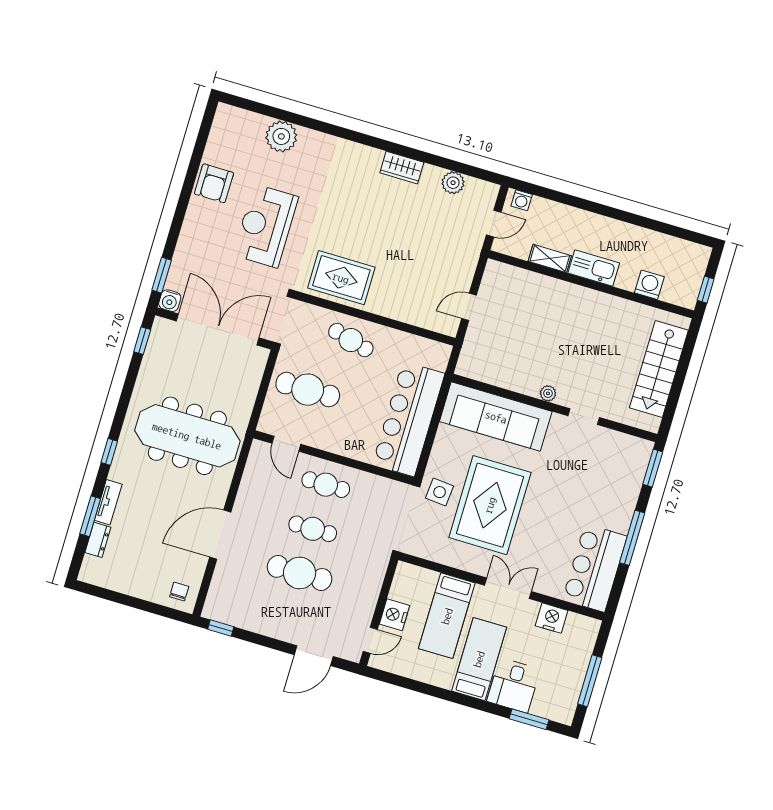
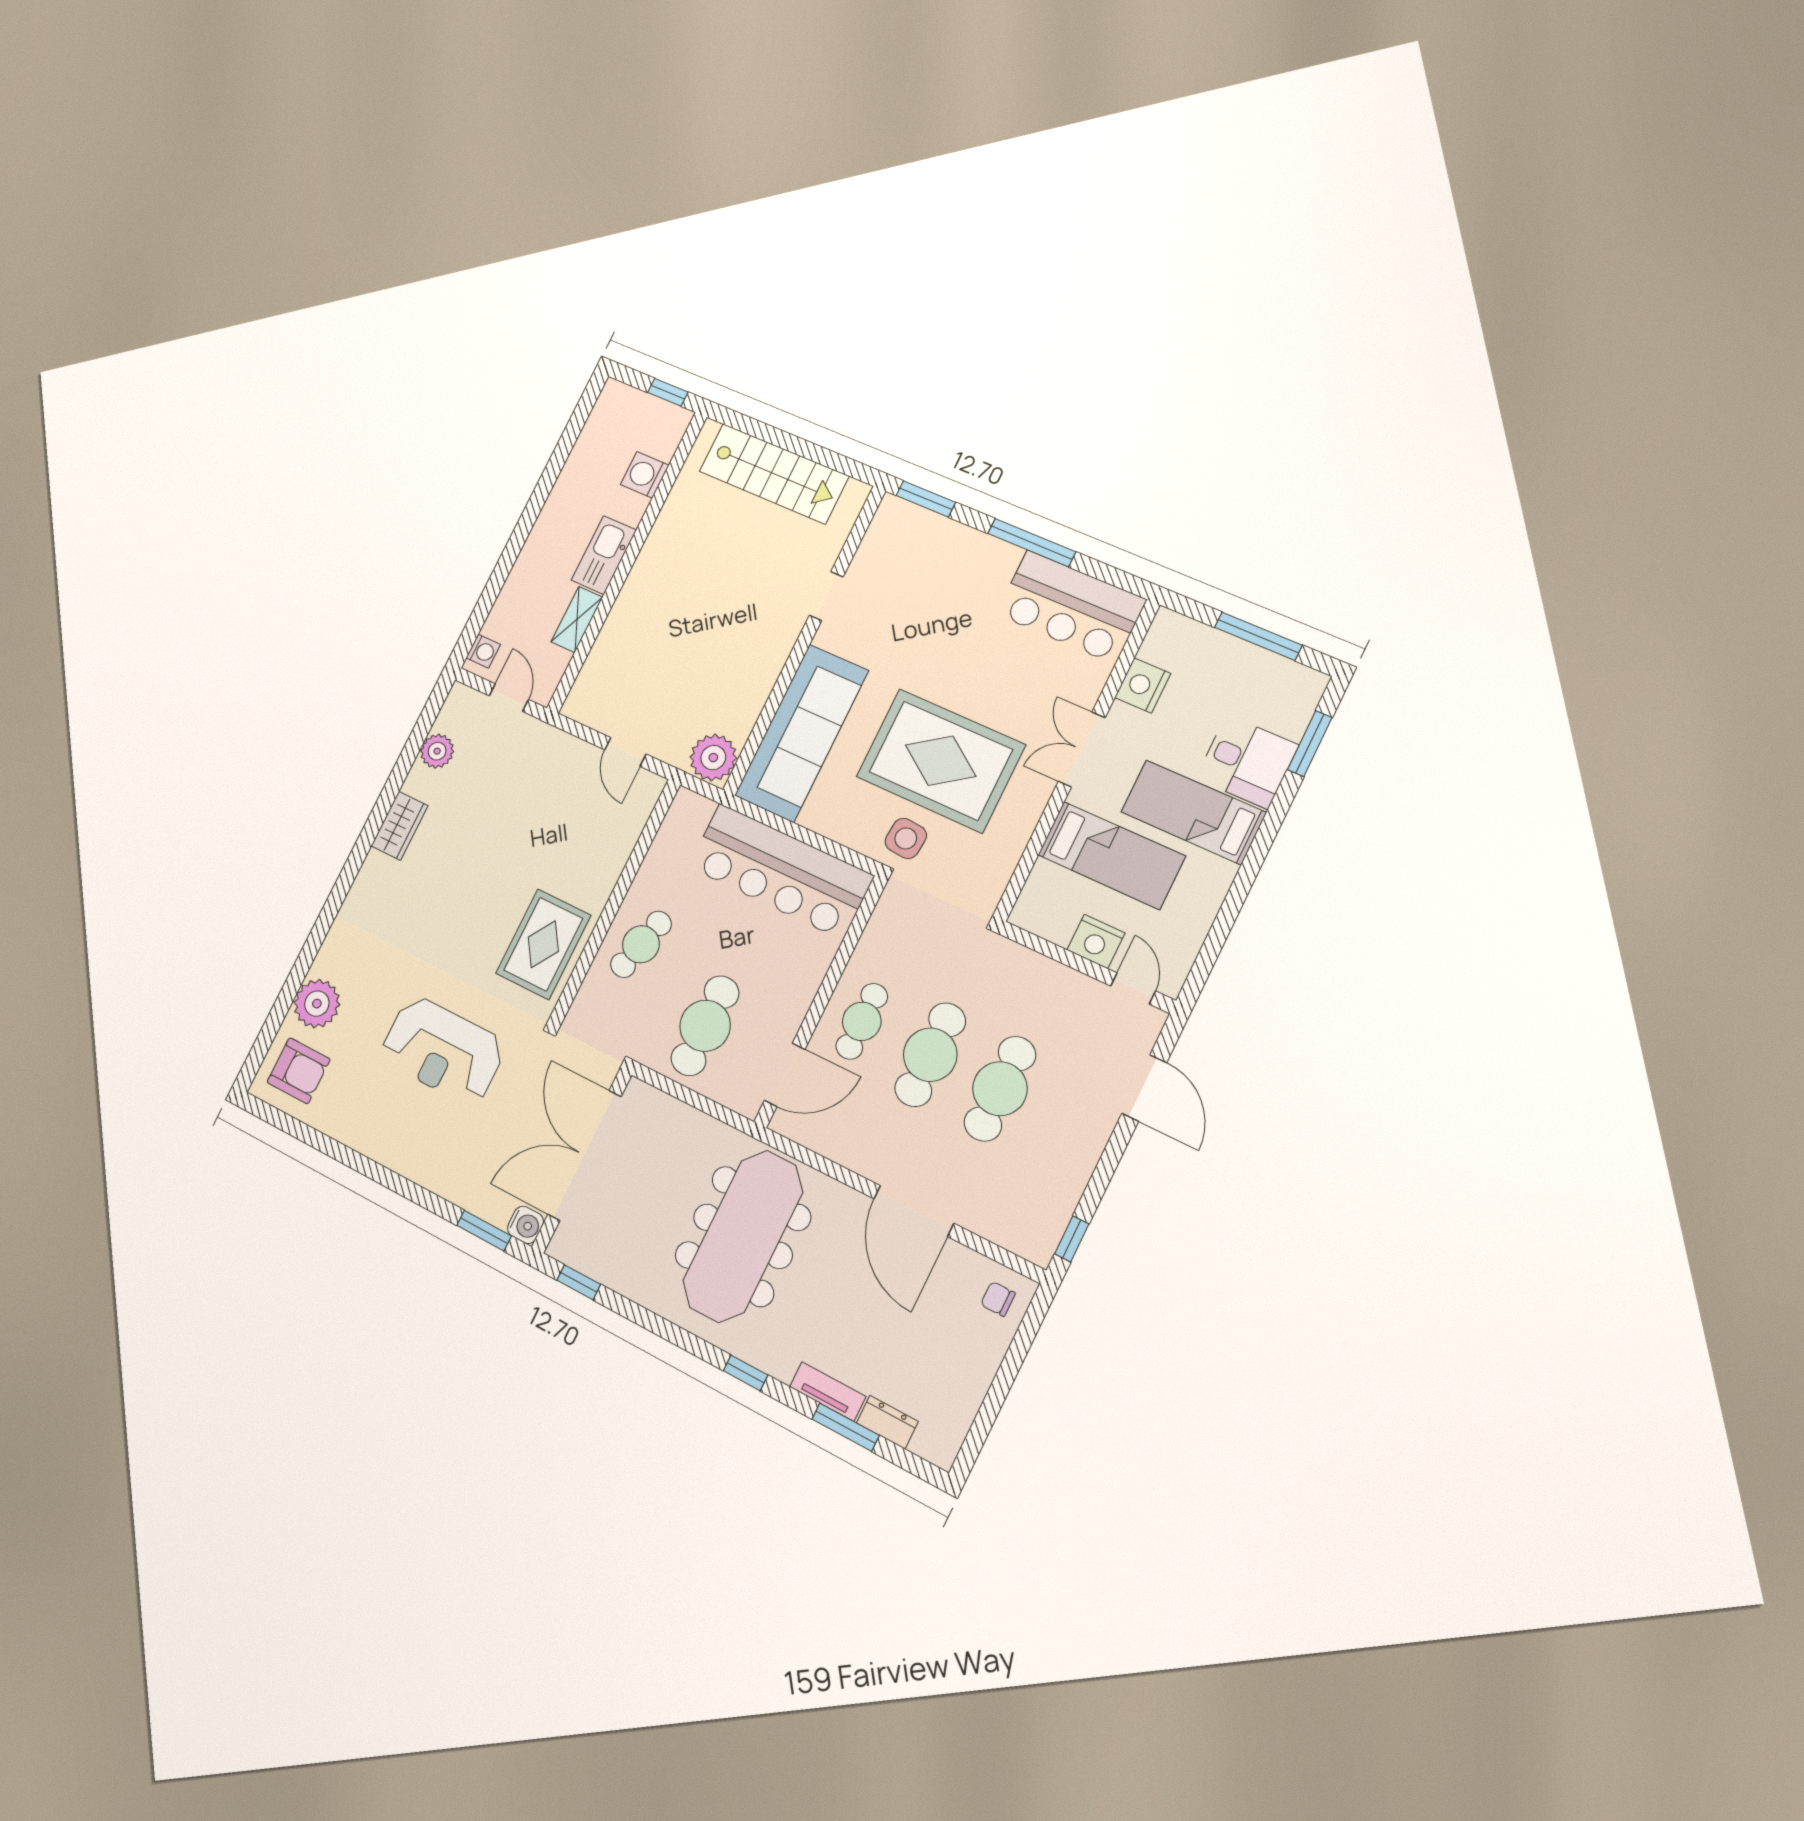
armchair: (214, 183) -> (299, 1071), moved
plant: (548, 393) -> (713, 758), moved, width x1.88, depth x1.88
door: (286, 444) -> (785, 1075), width x1.38
cafe table: (313, 529) -> (930, 1055), width x1.37, depth x1.35

